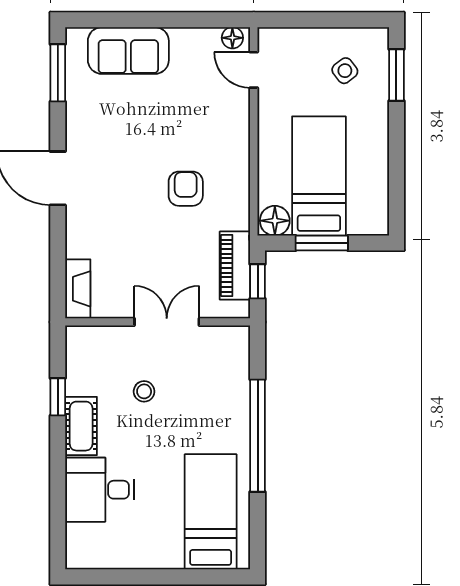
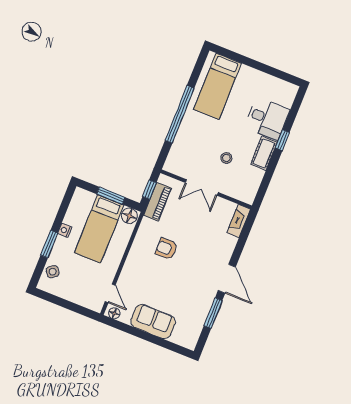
sofa: (128, 51) -> (153, 322), moved
side table: (345, 71) -> (53, 272), moved
window: (58, 73) -> (213, 313), moved
window: (396, 75) -> (49, 244), moved
nightstand: (379, 149) -> (65, 230), added
armchair: (186, 189) -> (167, 249), turned 90
window: (58, 397) -> (282, 140), moved

